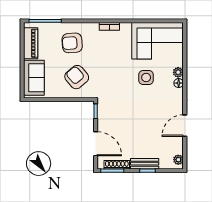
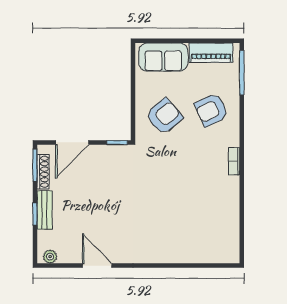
corner sofa: (158, 41) -> (214, 228), removed
armchair: (72, 43) -> (211, 110), turned -111
plant: (178, 72) -> (171, 256), removed
side table: (146, 78) -> (164, 212), removed
floor lamp: (179, 83) -> (156, 257), removed

